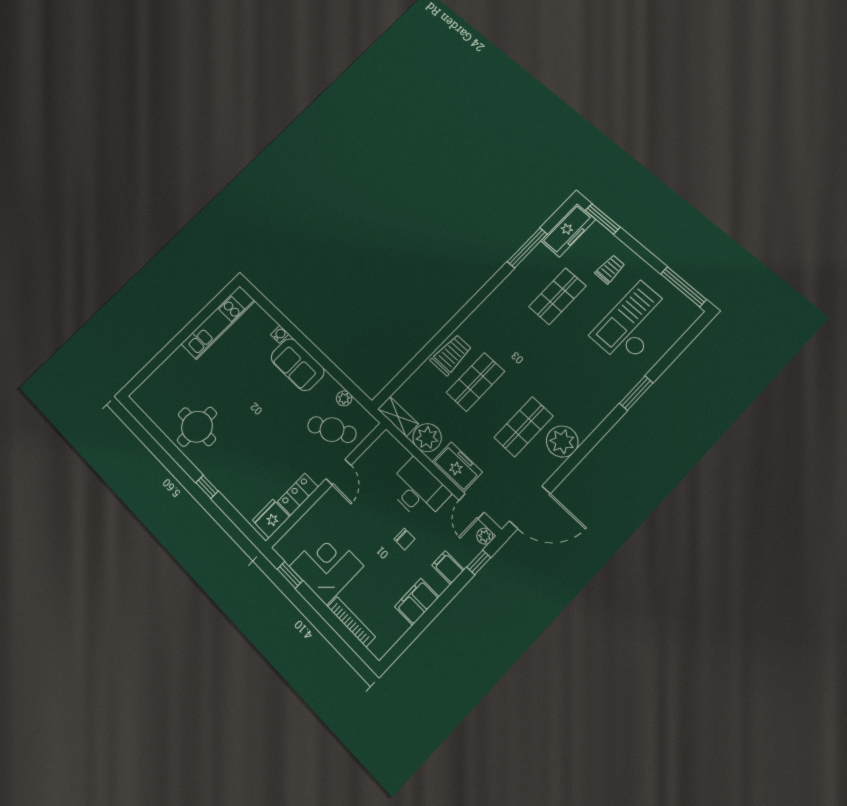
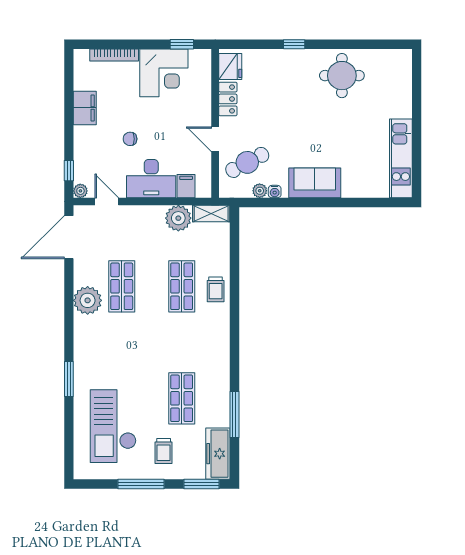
window: (683, 287) -> (141, 484), moved
checkout: (633, 324) -> (113, 426), turned 180
water cooler: (280, 334) -> (275, 192), moved
trolley: (451, 355) -> (216, 289), width x0.73, depth x0.72
freezer: (457, 467) -> (140, 218), removed
filing cabinet: (448, 567) -> (186, 186), moved, turned -90

